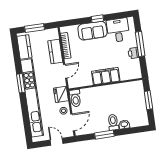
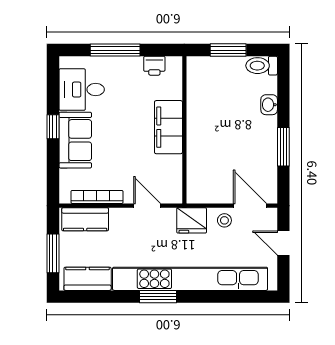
kitchen counter: (55, 52) -> (85, 219), moved
printer: (134, 53) -> (154, 66), moved
toilet: (75, 98) -> (203, 193), removed
toilet: (113, 122) -> (262, 66), moved
door: (57, 142) -> (283, 243), hinge flipped

